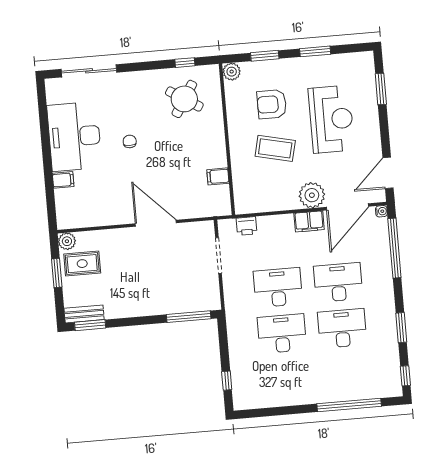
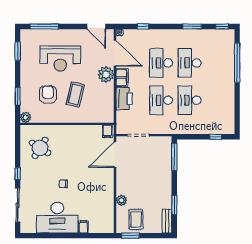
window: (315, 51) -> (18, 51), moved
window: (185, 63) -> (18, 174), moved
window: (381, 89) -> (44, 26), width x1.44
armchair: (272, 104) -> (48, 94), turned 180
reception desk: (331, 119) -> (60, 59), turned 180
filing cabinet: (218, 176) -> (107, 131), moved
door: (156, 223) -> (115, 155), moved
printer: (246, 226) -> (124, 99), moved, width x1.87, depth x1.48
plant: (67, 241) -> (121, 200), moved
window: (394, 248) -> (143, 26), width x0.32
window: (57, 273) -> (130, 236), moved
window: (90, 325) -> (174, 205), moved

